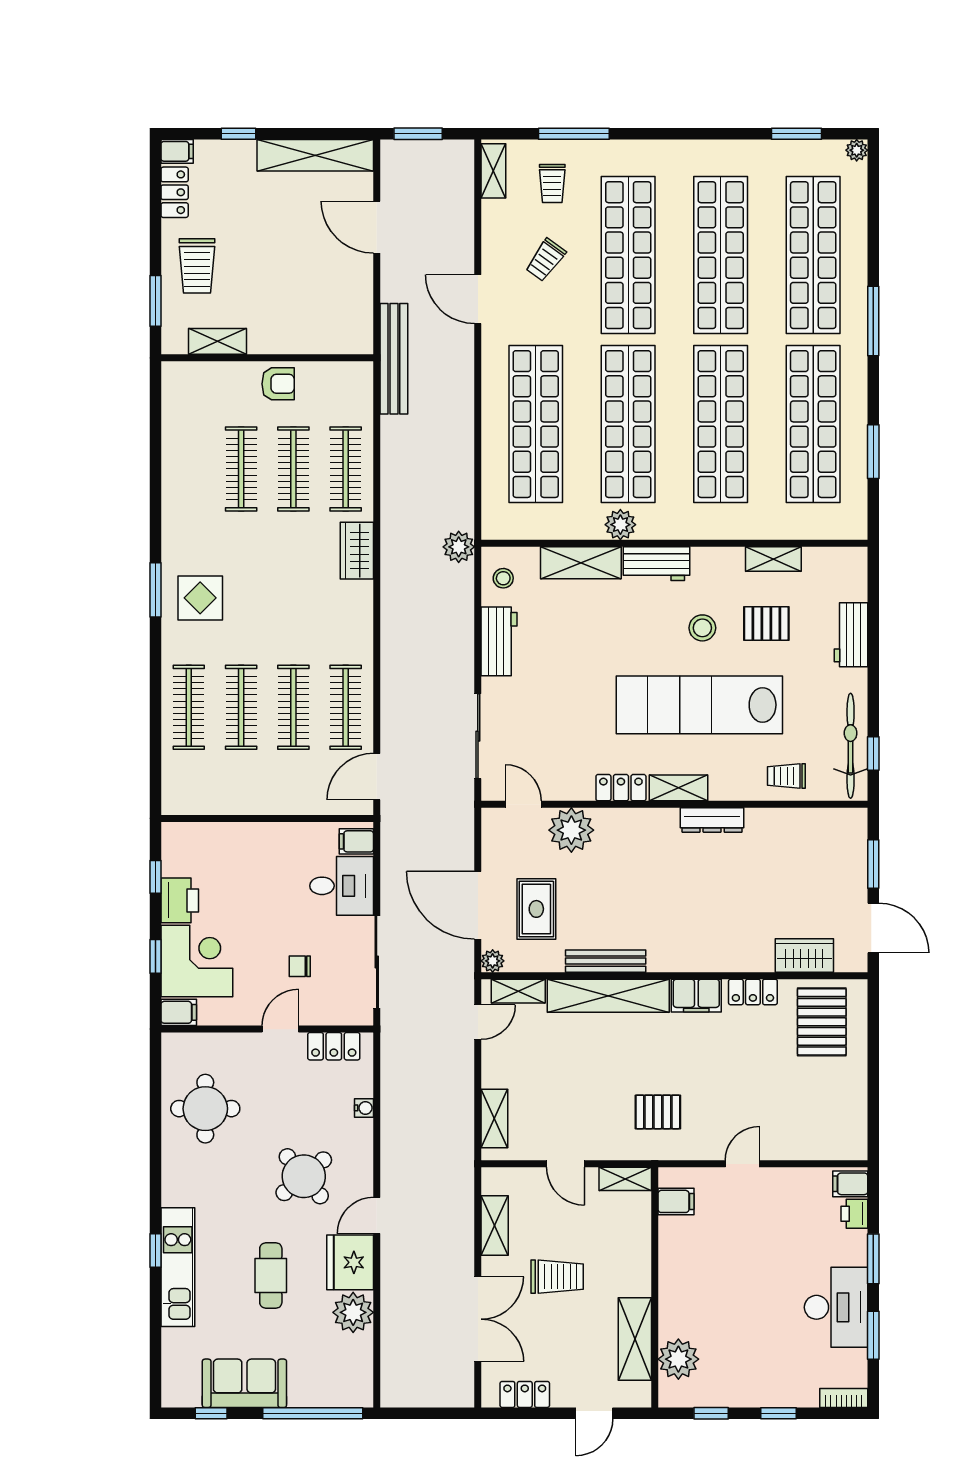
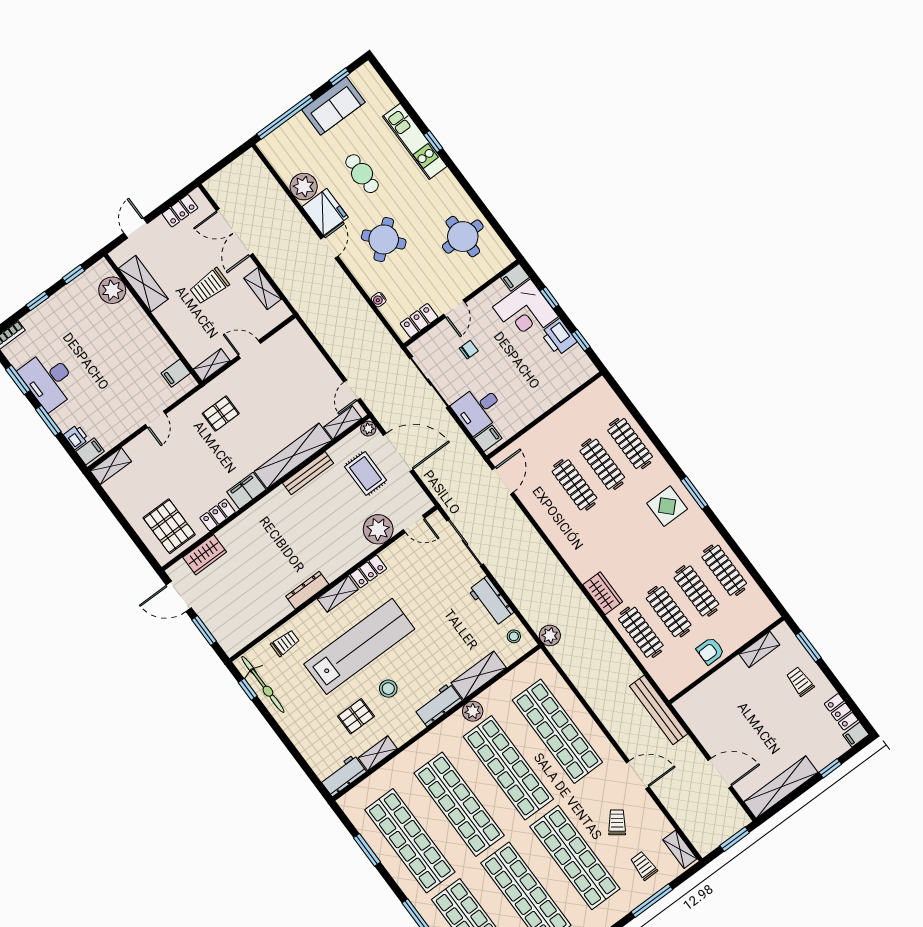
trolley: (197, 266) -> (800, 681), width x0.73, depth x0.72
workbench: (851, 635) -> (343, 776), moved, turned -90
clothes rail: (346, 707) -> (724, 570), moved
shelving: (494, 1118) -> (111, 466), moved, turned 90

